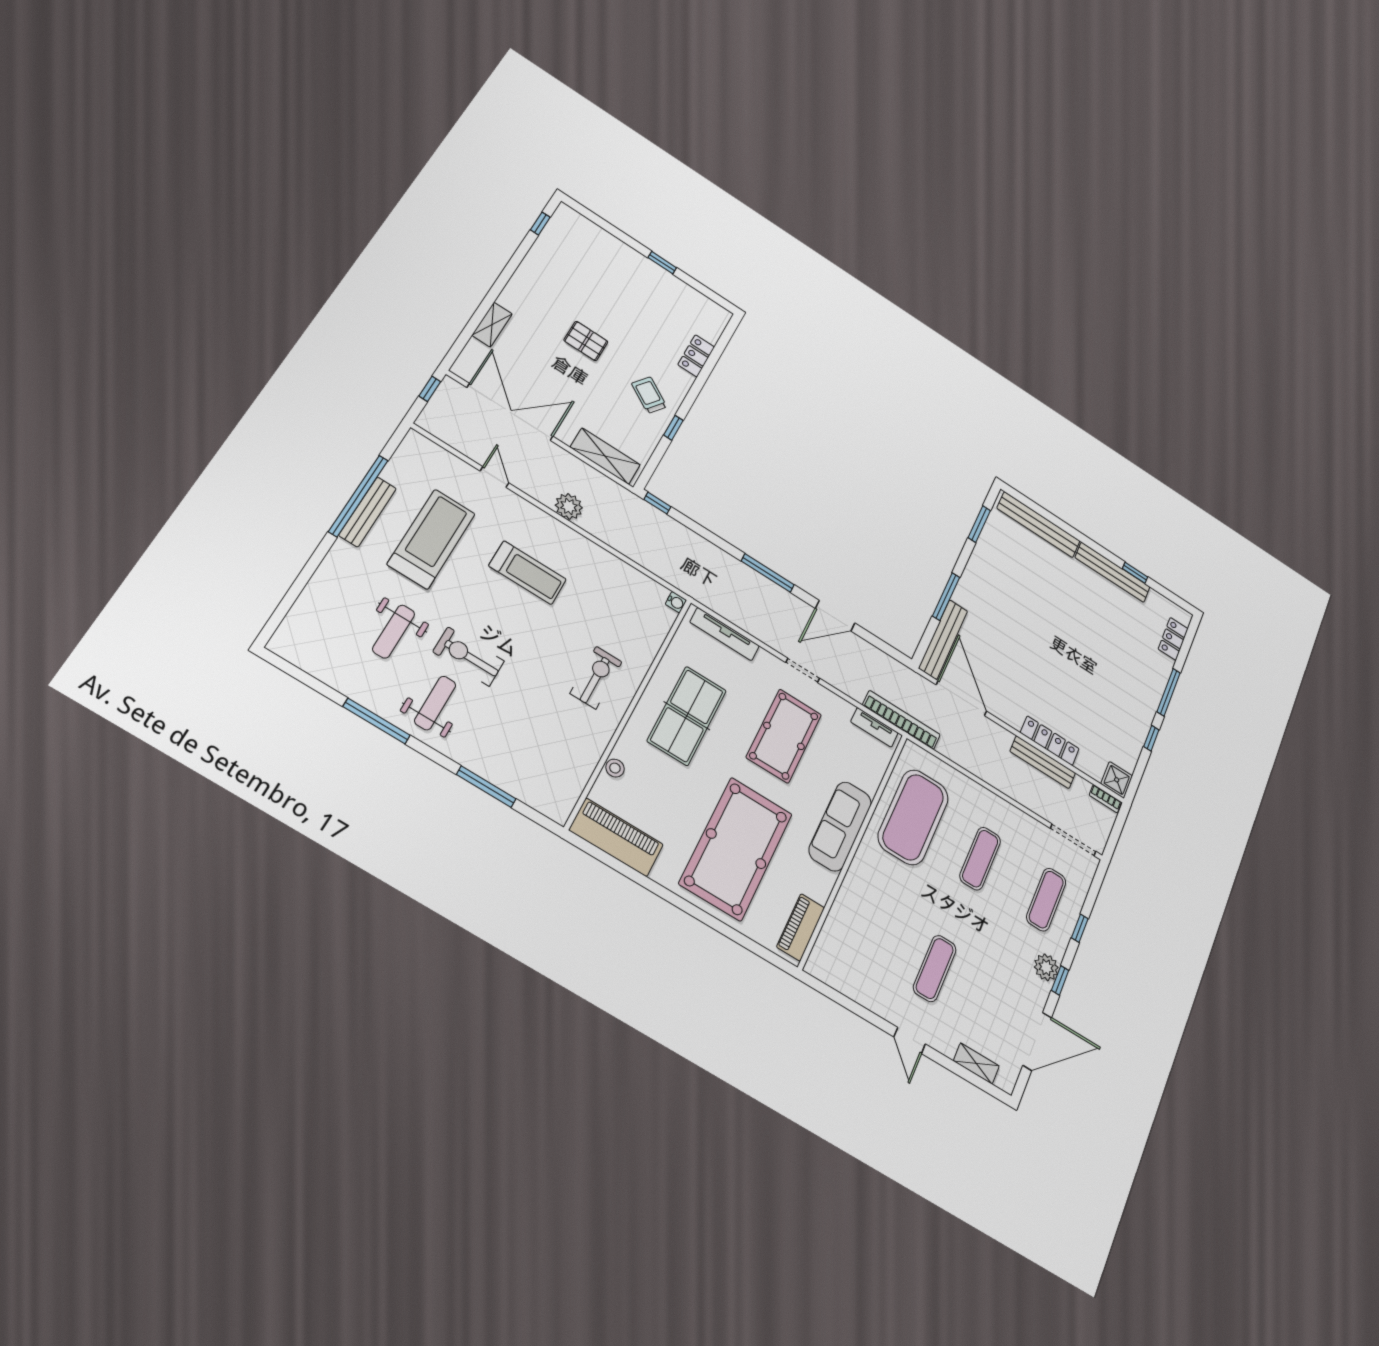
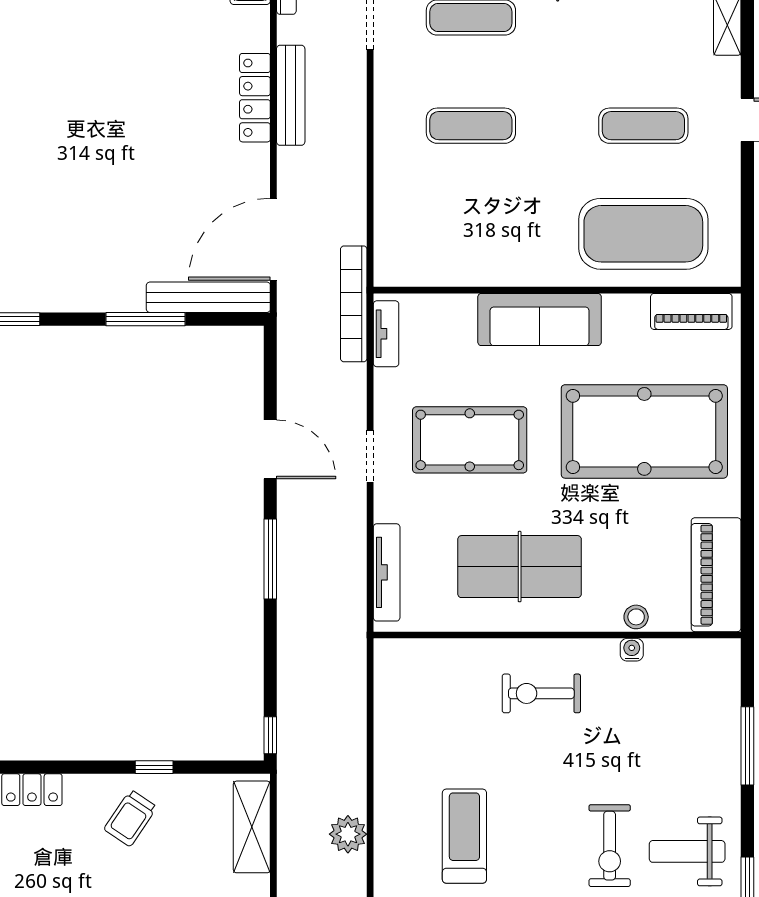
water cooler: (676, 602) -> (632, 650), moved
exercise mat: (913, 817) -> (643, 234), moved

